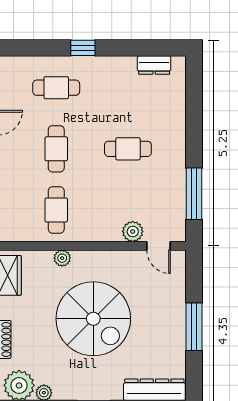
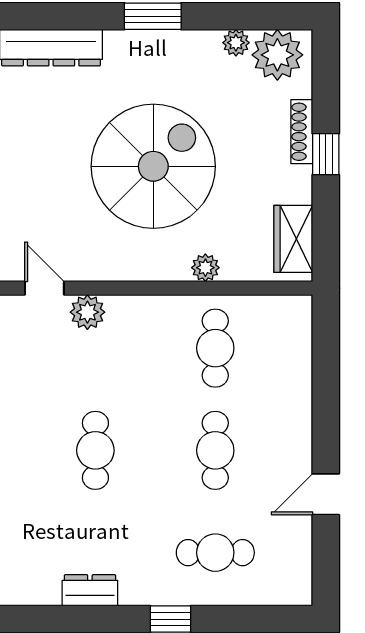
dresser: (154, 65) -> (90, 590), moved
cafe table: (128, 149) -> (95, 450), turned 90
spiral stairs: (93, 319) -> (153, 166), turned 90

